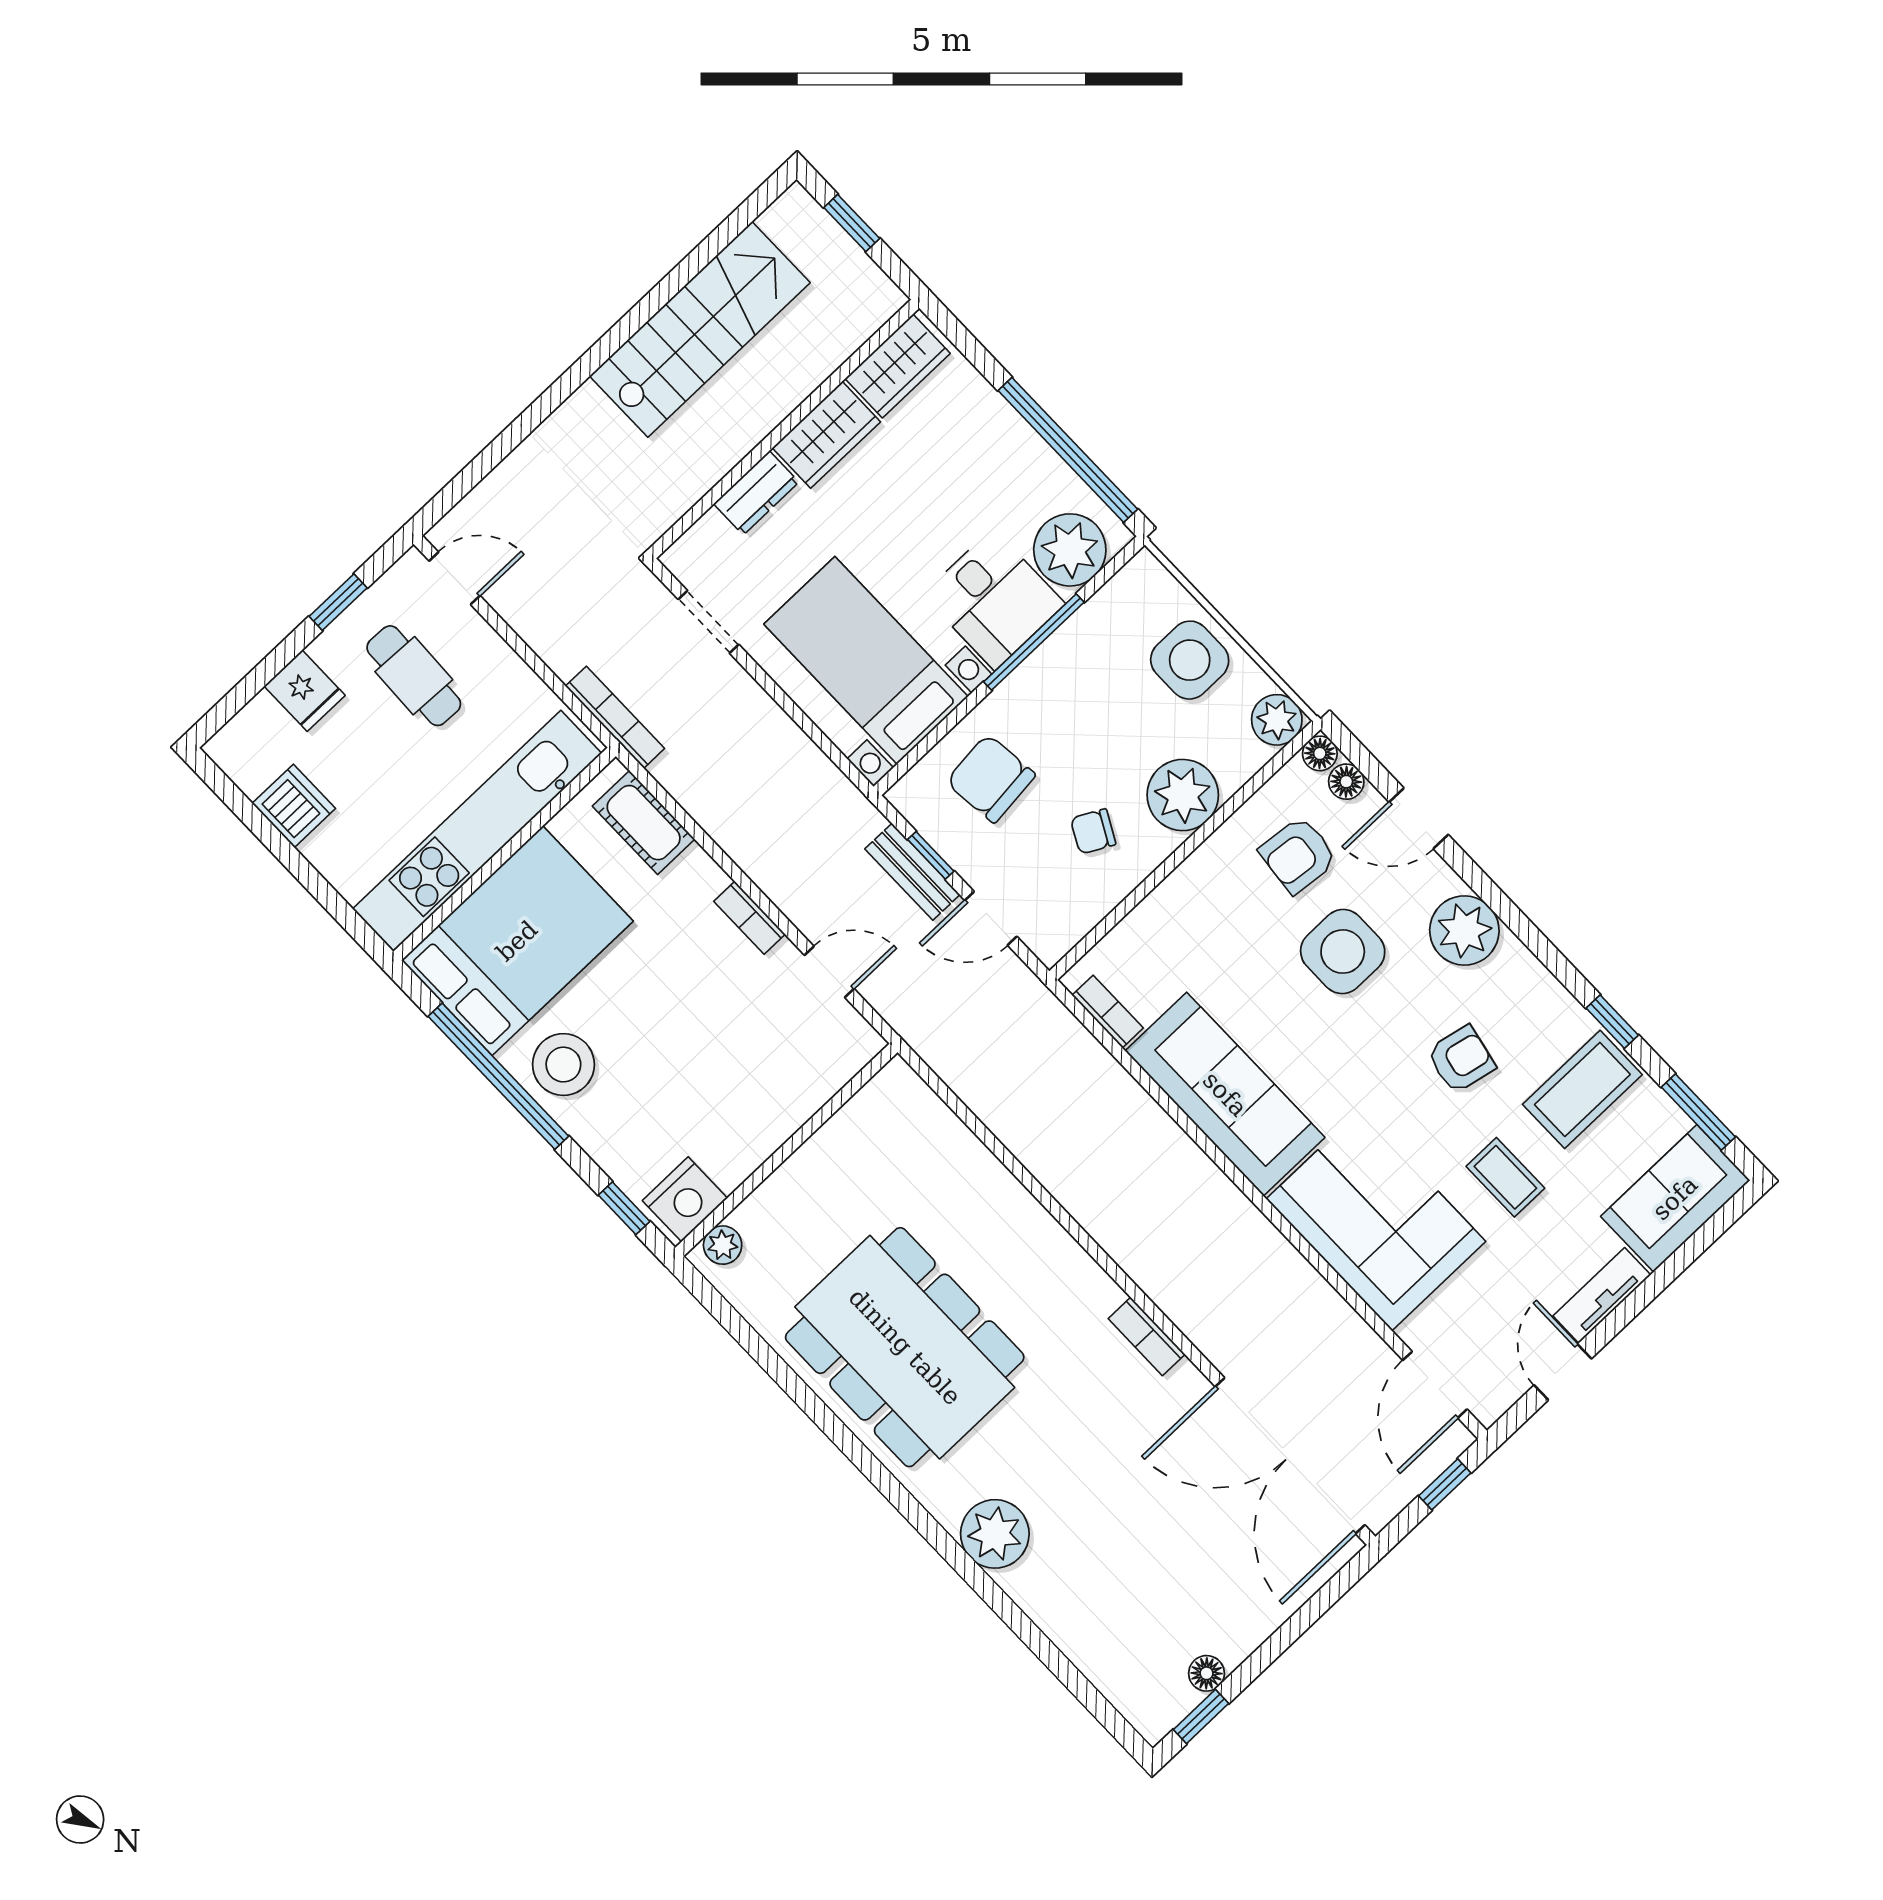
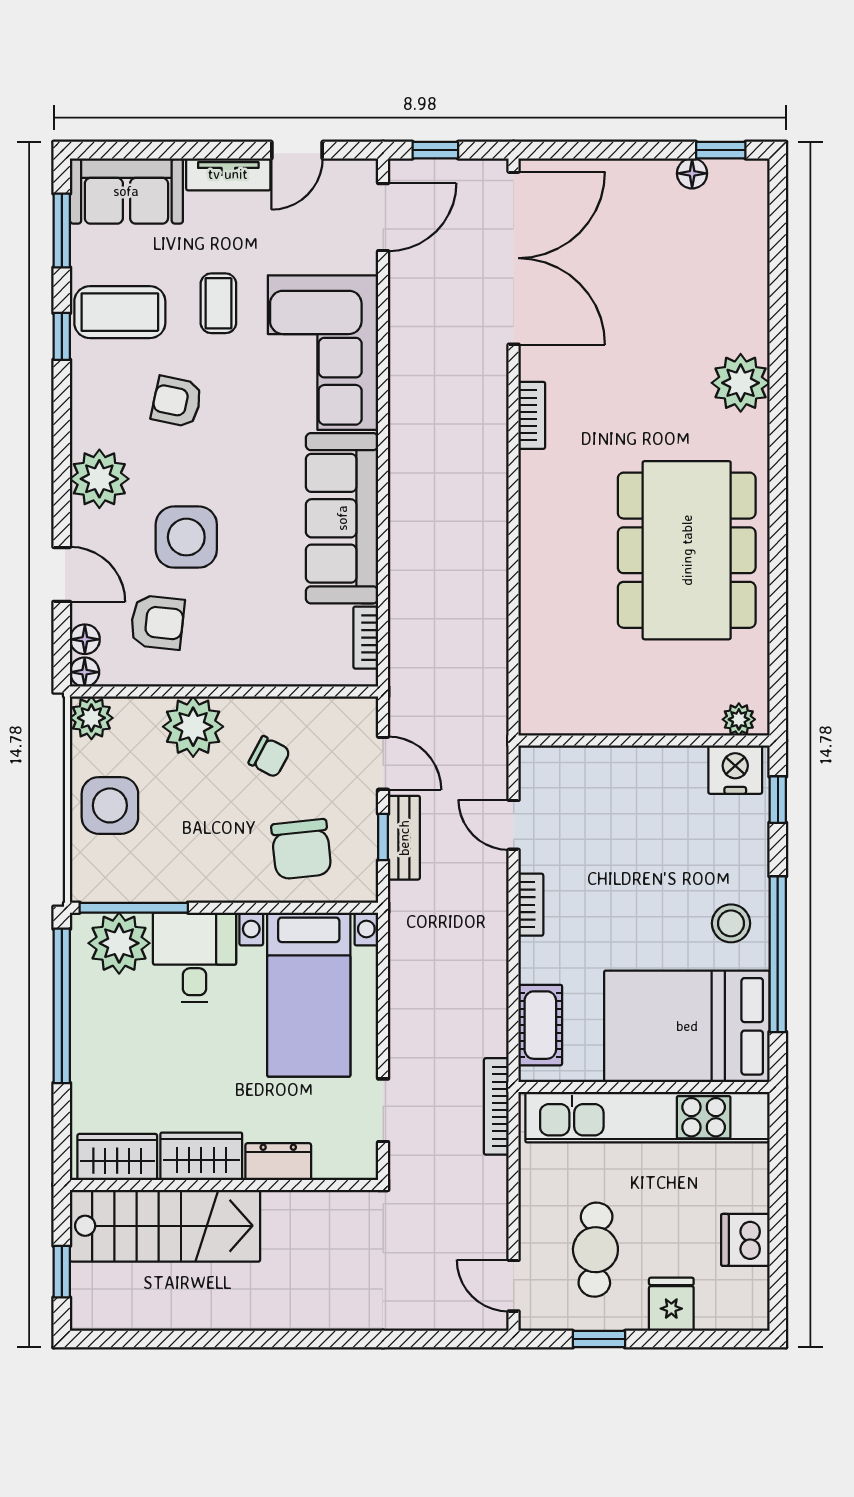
stairs: (700, 329) -> (165, 1226), moved, turned 180
window: (1034, 642) -> (134, 908), moved
stool: (563, 1065) -> (731, 923), width x0.73, depth x0.73

